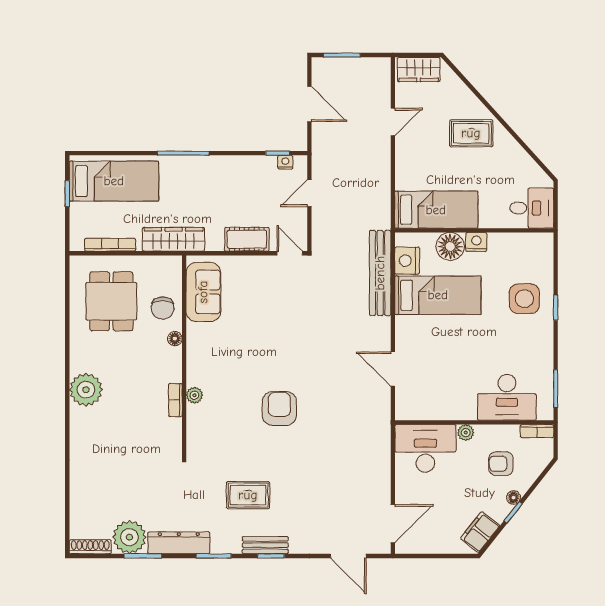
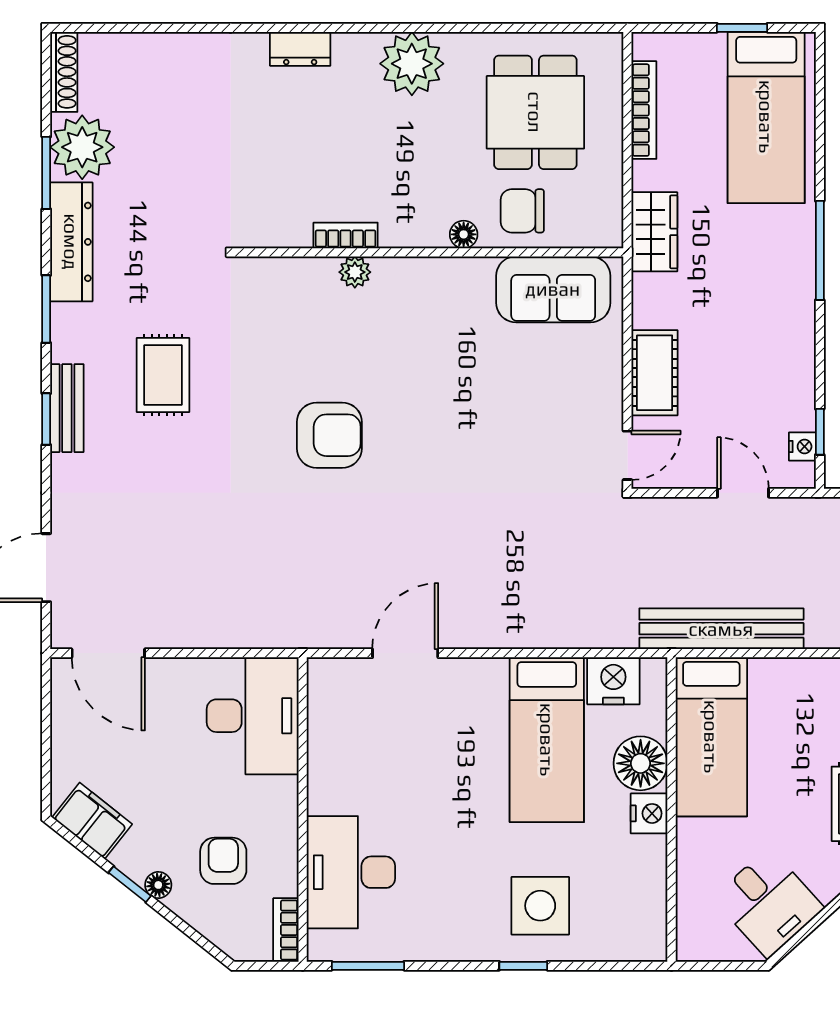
desk: (532, 208) -> (768, 903), moved, turned -42
wardrobe: (174, 239) -> (654, 232), width x0.67
bench: (380, 273) -> (721, 629), moved
dining table: (111, 301) -> (535, 112), turned 90
plant: (86, 390) -> (412, 64), moved
dresser: (78, 424) -> (300, 49), added
plant: (466, 433) -> (283, 793), removed

